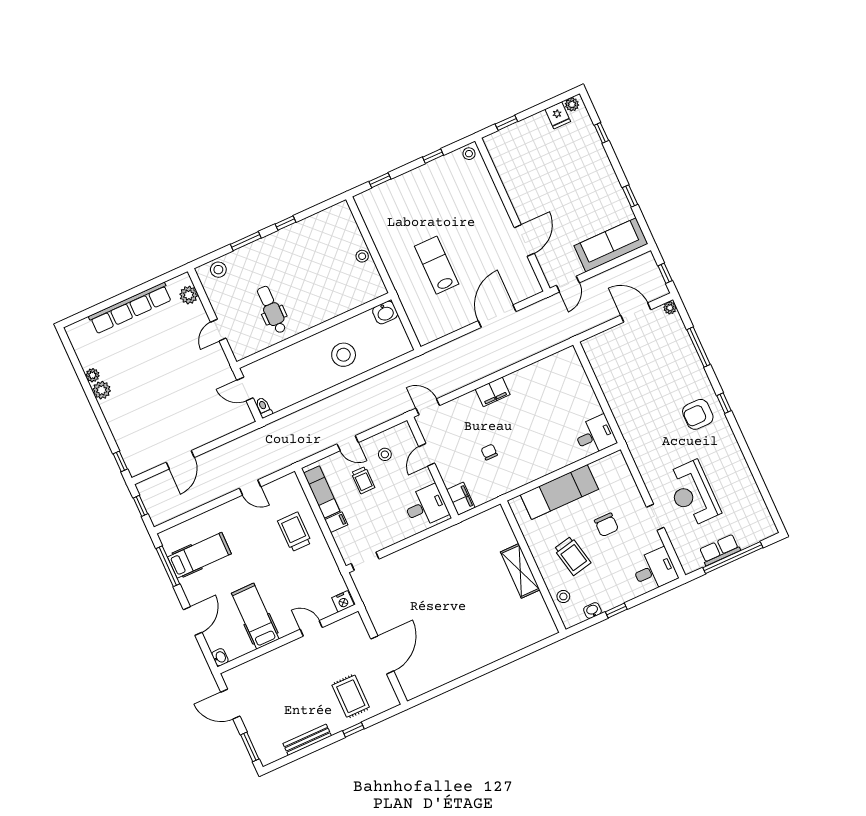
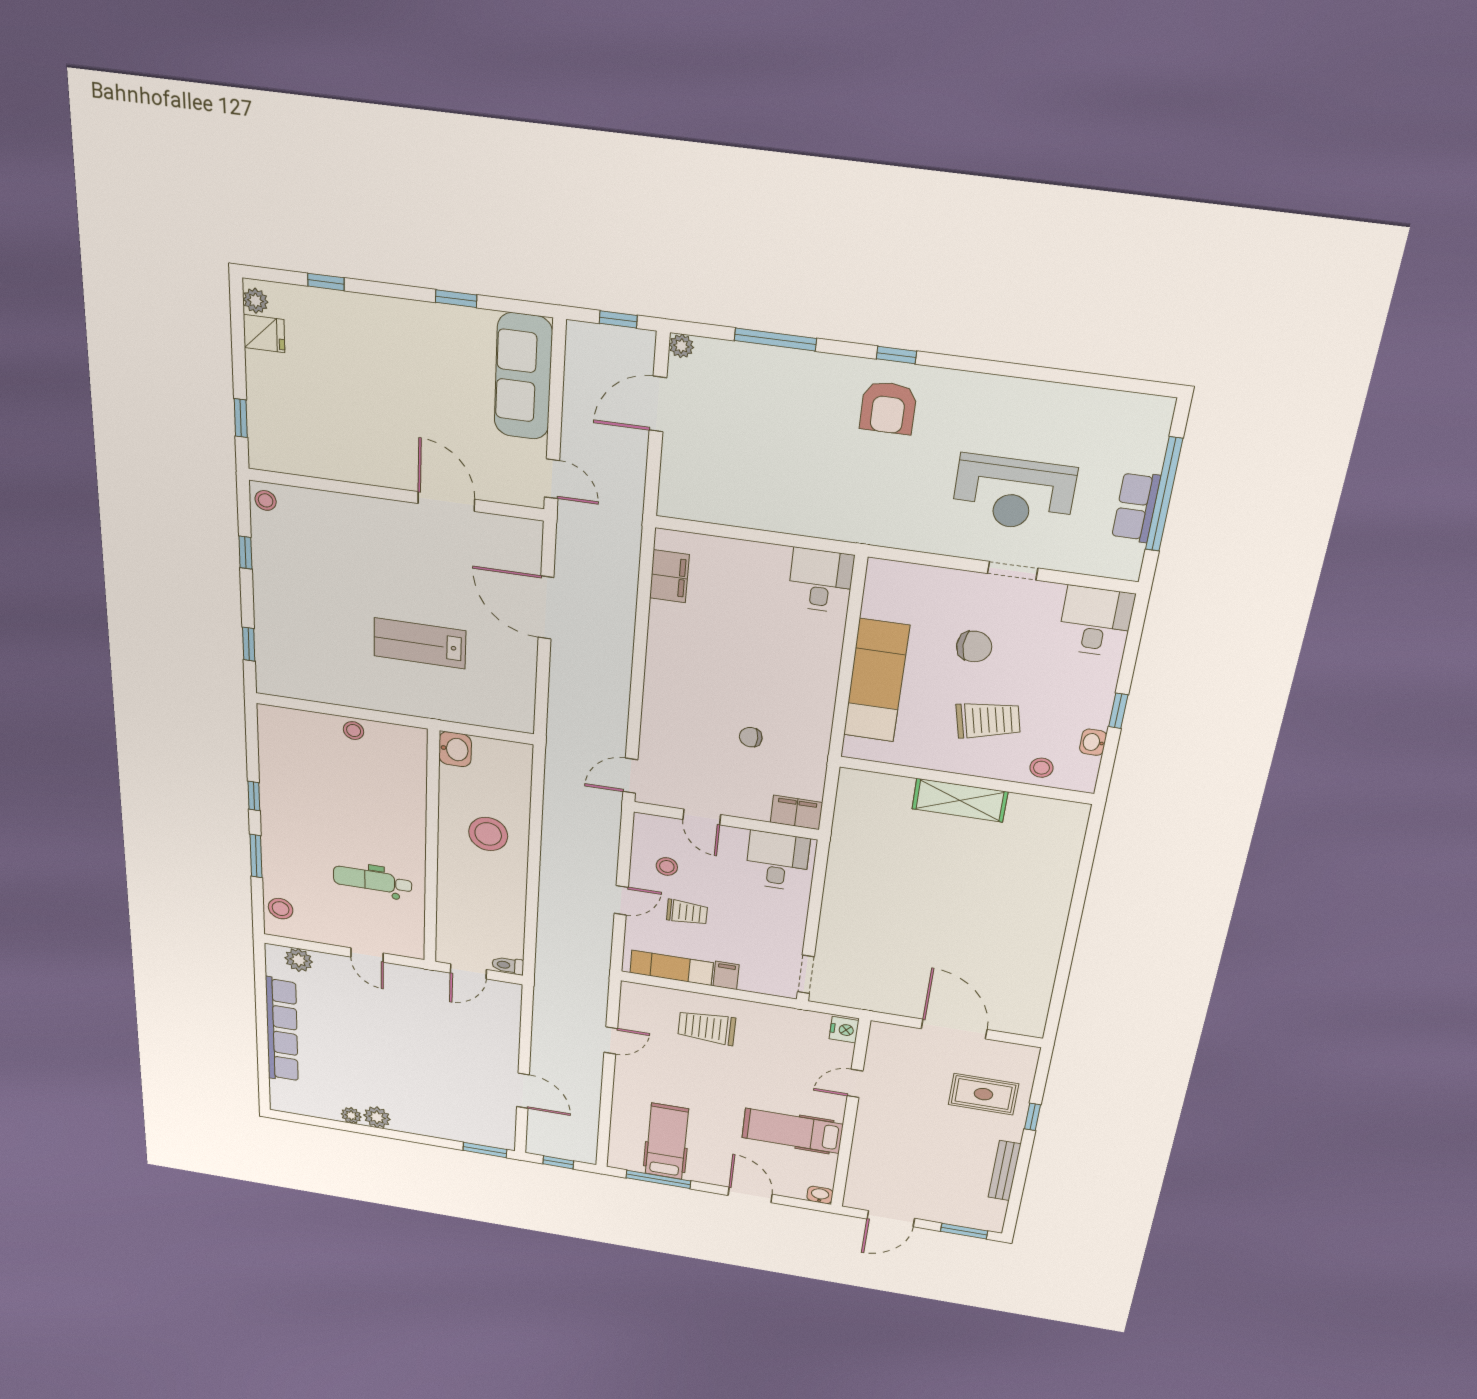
filing cabinet: (493, 392) -> (669, 576), moved
window: (120, 461) -> (485, 1150), width x1.50

